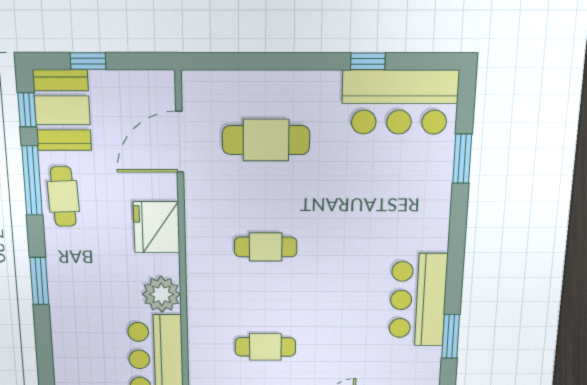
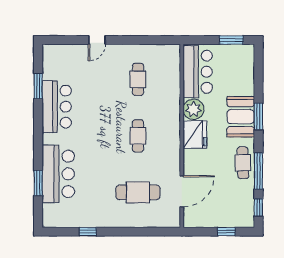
bar counter: (400, 102) -> (58, 174), moved, turned 90
booth: (62, 110) -> (241, 117), moved
fridge: (157, 227) -> (195, 135), moved
cafe table: (266, 247) -> (138, 136), turned 90
cafe table: (265, 347) -> (138, 79), turned 90

